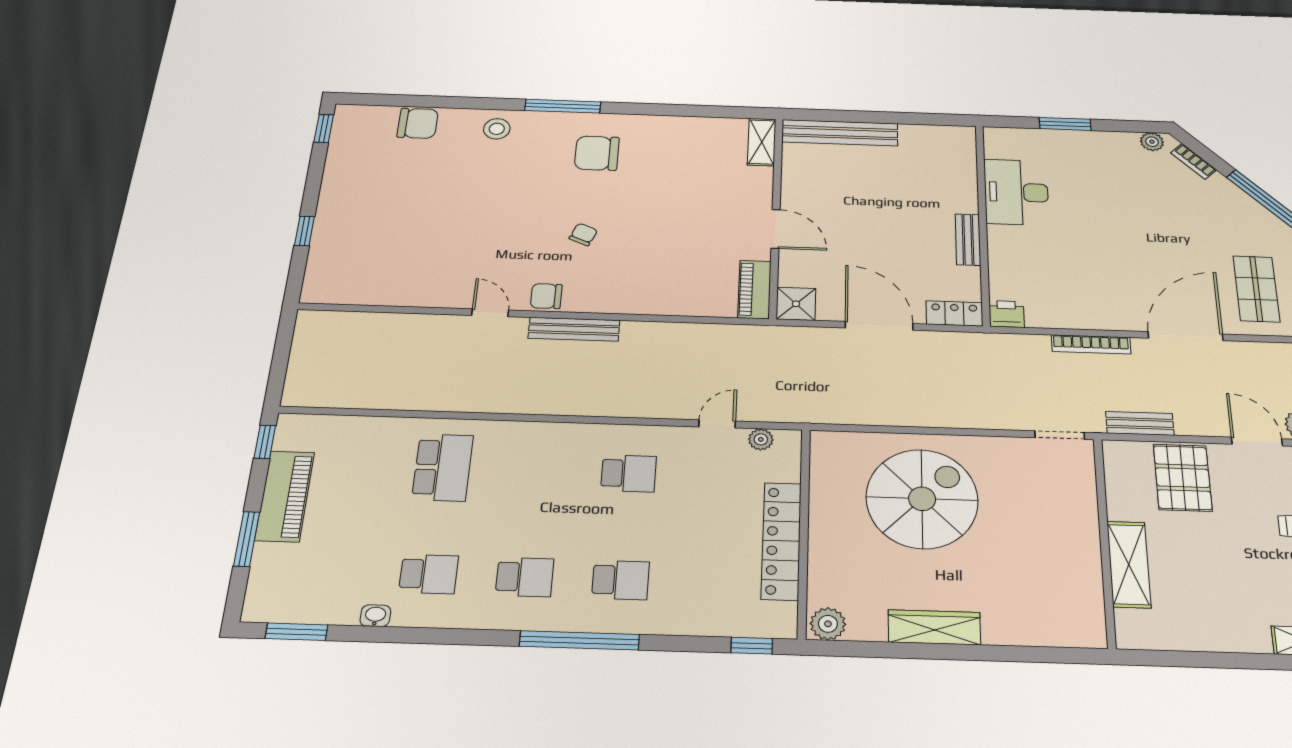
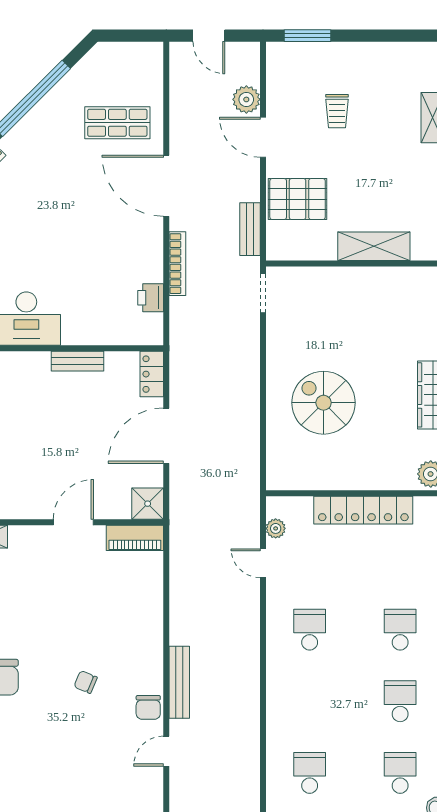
printer: (1007, 314) -> (151, 298), moved
door: (1257, 442) -> (263, 137), hinge flipped
school desk: (443, 467) -> (310, 773), width x0.54
spiral stairs: (922, 499) -> (324, 403), width x0.73, depth x0.73

